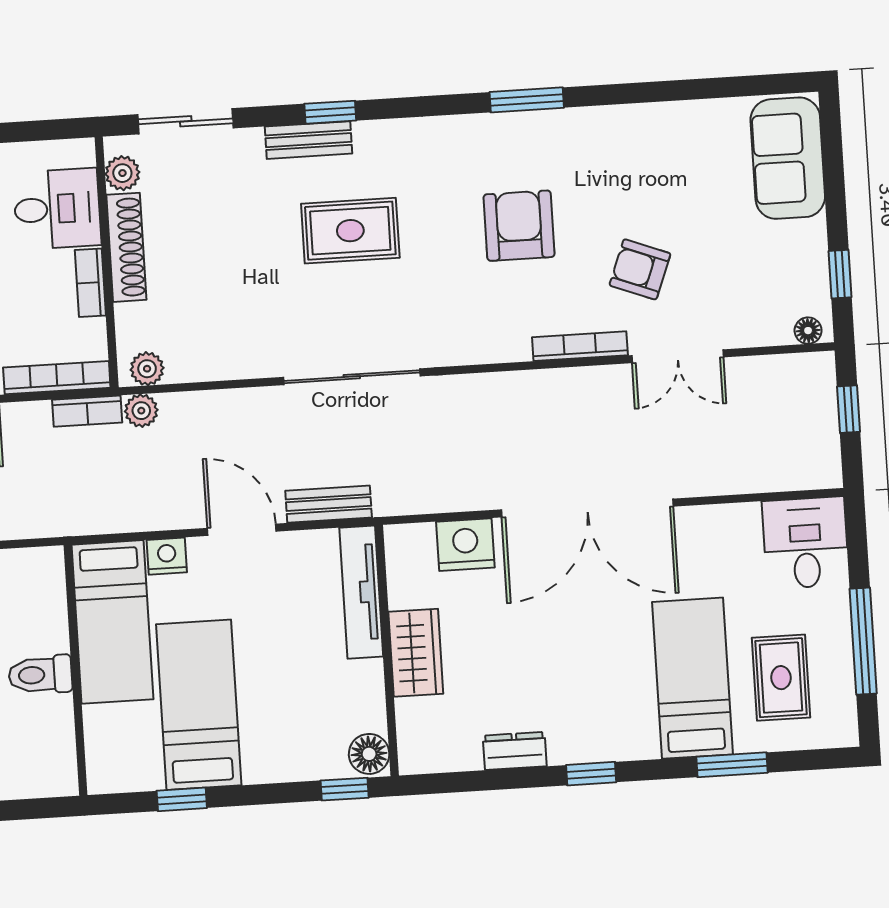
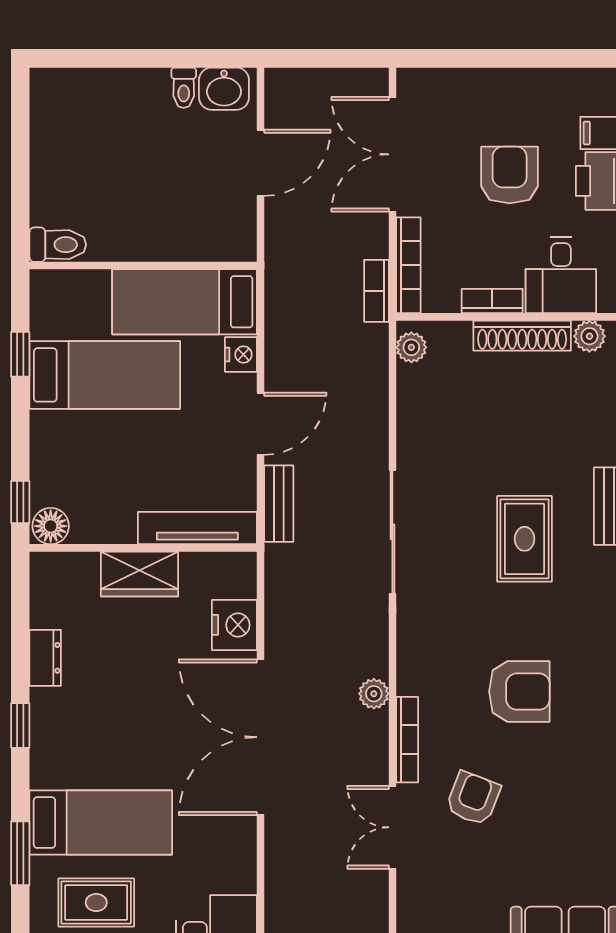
plant: (141, 411) -> (374, 694), moved
toilet: (40, 675) -> (58, 245), moved, turned 90

